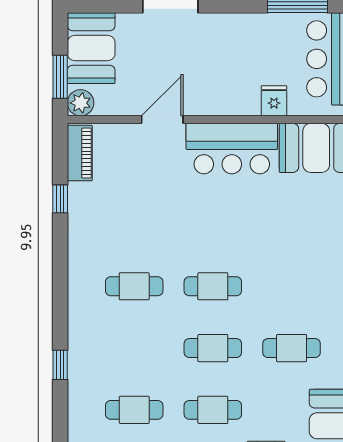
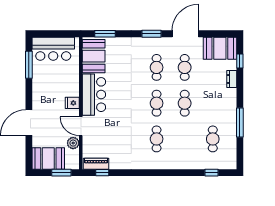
fridge: (274, 101) -> (72, 103), moved
plant: (81, 103) -> (73, 143), moved
window: (60, 199) -> (102, 173), moved
window: (60, 365) -> (212, 173), moved
cafe table: (213, 410) -> (157, 67), moved

